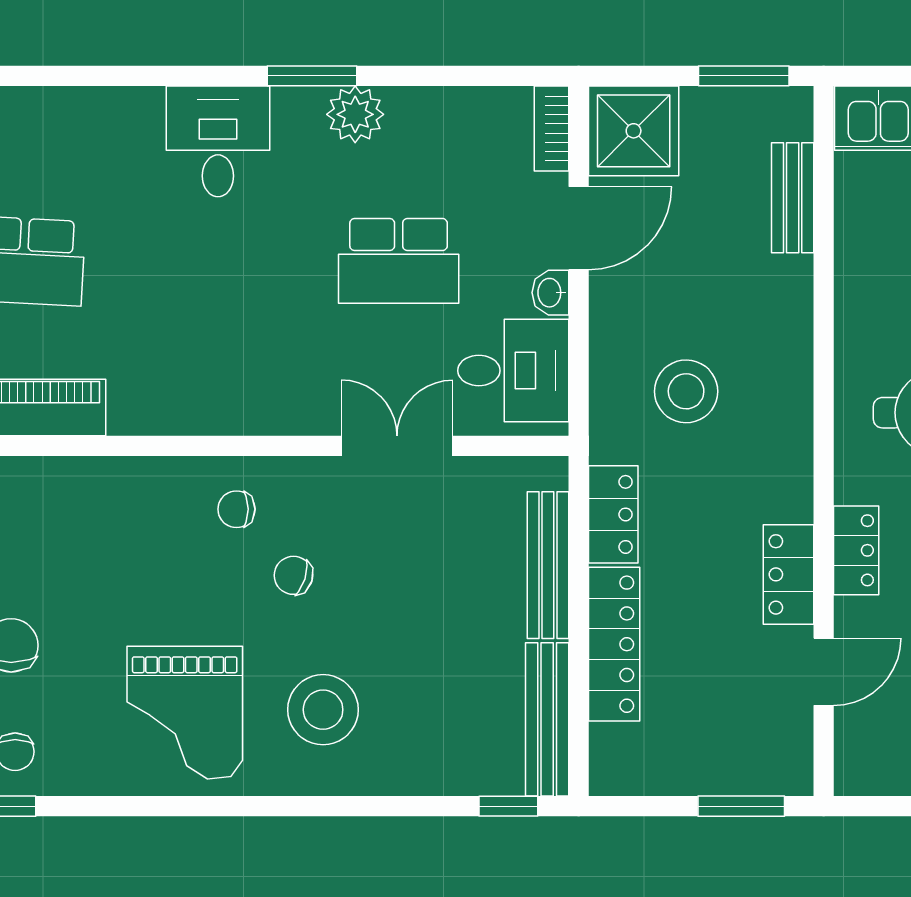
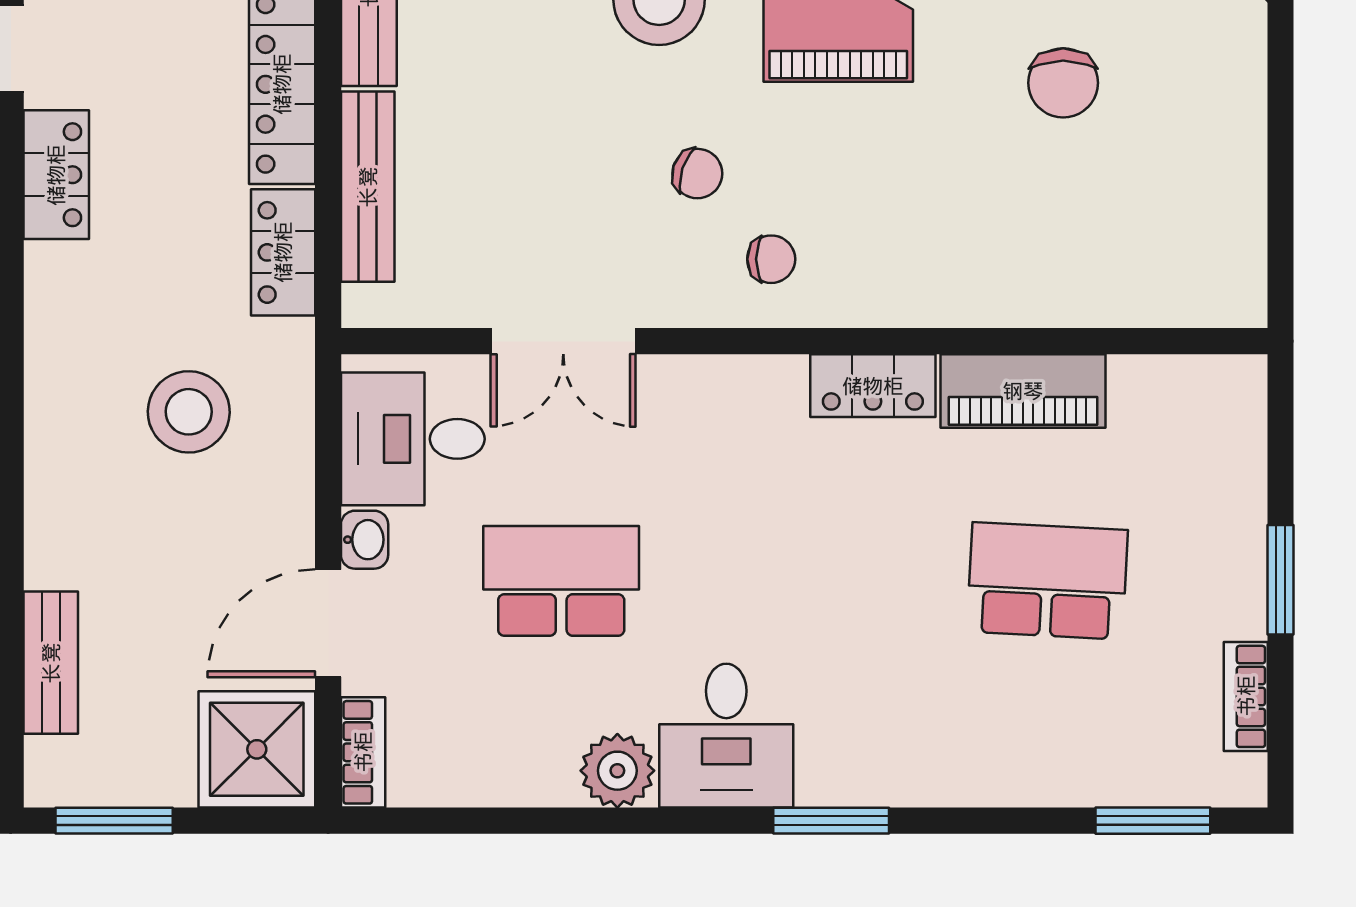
window: (312, 76) -> (831, 821), moved
desk: (218, 141) -> (726, 736), moved
locker: (158, 412) -> (873, 386), added

